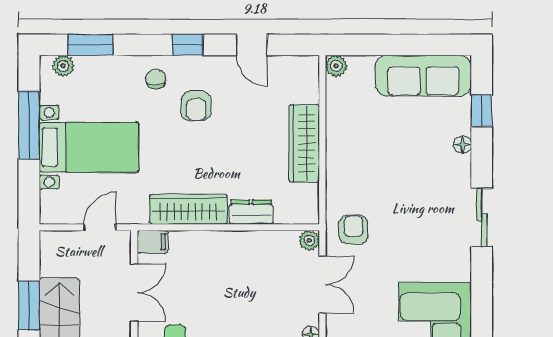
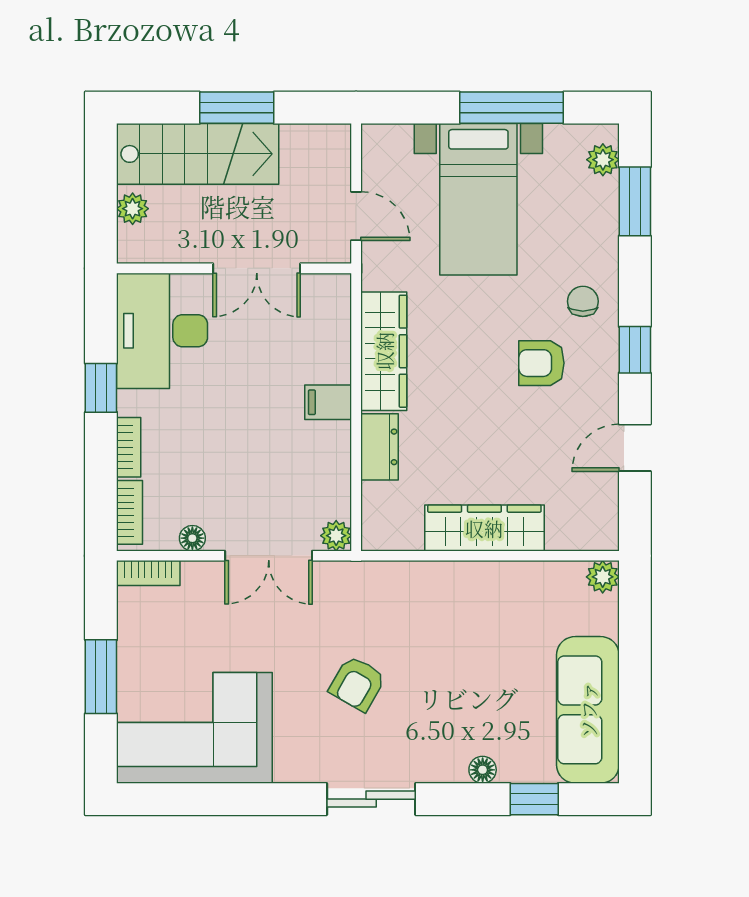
chair: (156, 79) -> (583, 301), turned -90
armchair: (353, 230) -> (357, 684), moved, turned 120
filing cabinet: (152, 242) -> (328, 402), moved, turned 90

